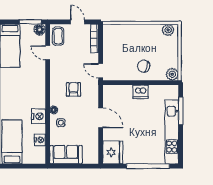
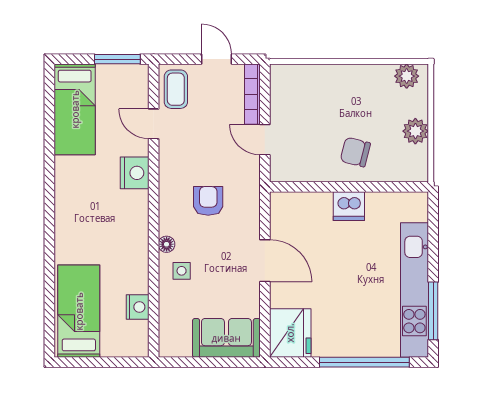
floor lamp: (39, 30) -> (137, 75), removed
door: (101, 71) -> (265, 140), moved
plant: (172, 74) -> (415, 131), moved
window: (181, 111) -> (433, 311), moved
nightstand: (38, 116) -> (135, 173), moved
sofa: (66, 155) -> (226, 338), moved

